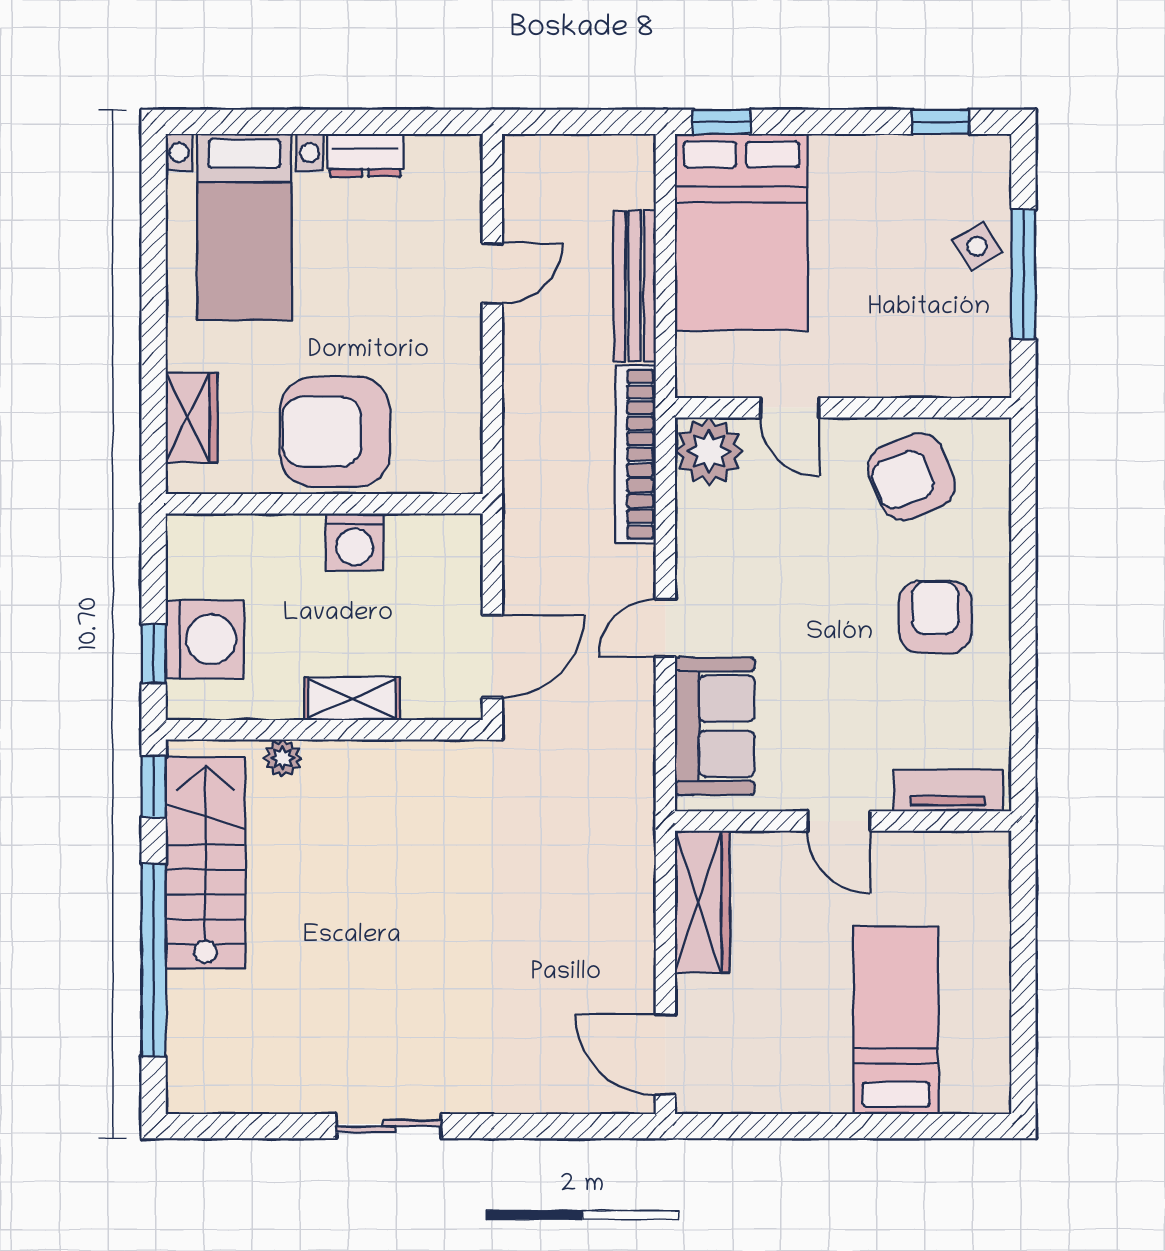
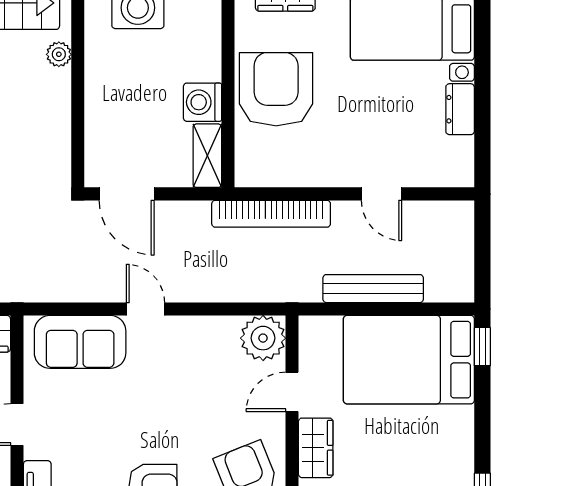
wardrobe: (874, 372) -> (316, 448), added
bookcase: (636, 454) -> (271, 214), moved, turned 180
shelving: (352, 699) -> (207, 156), moved

